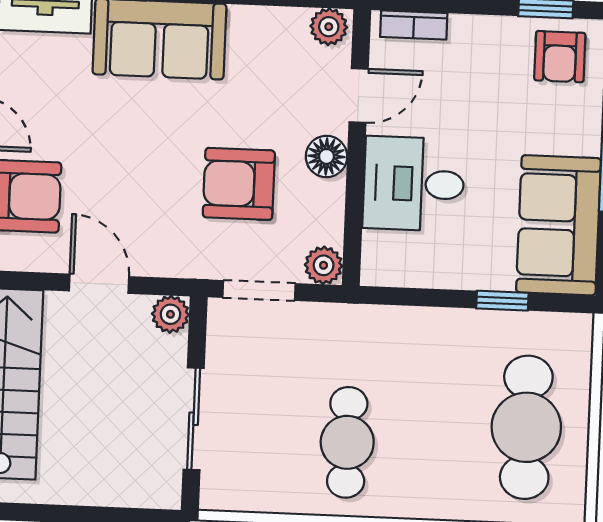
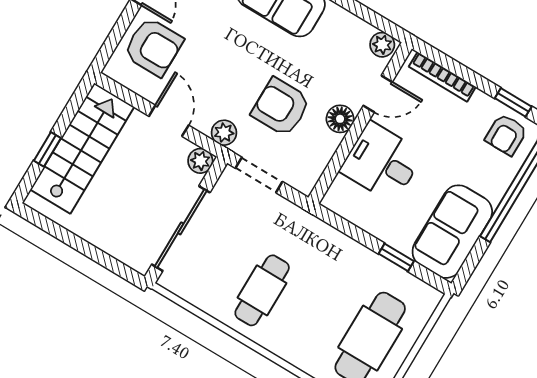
bookcase: (414, 25) -> (442, 77), width x1.56
plant: (324, 265) -> (224, 133), moved
sliding door: (194, 419) -> (181, 228), width x1.37

